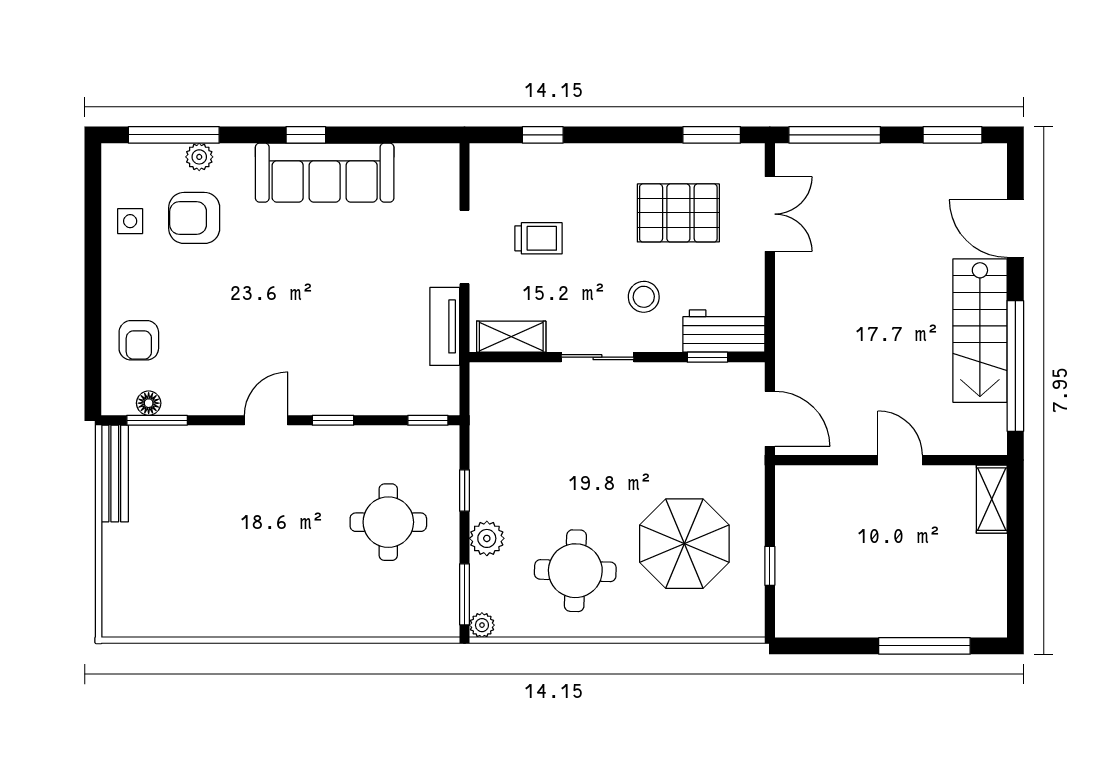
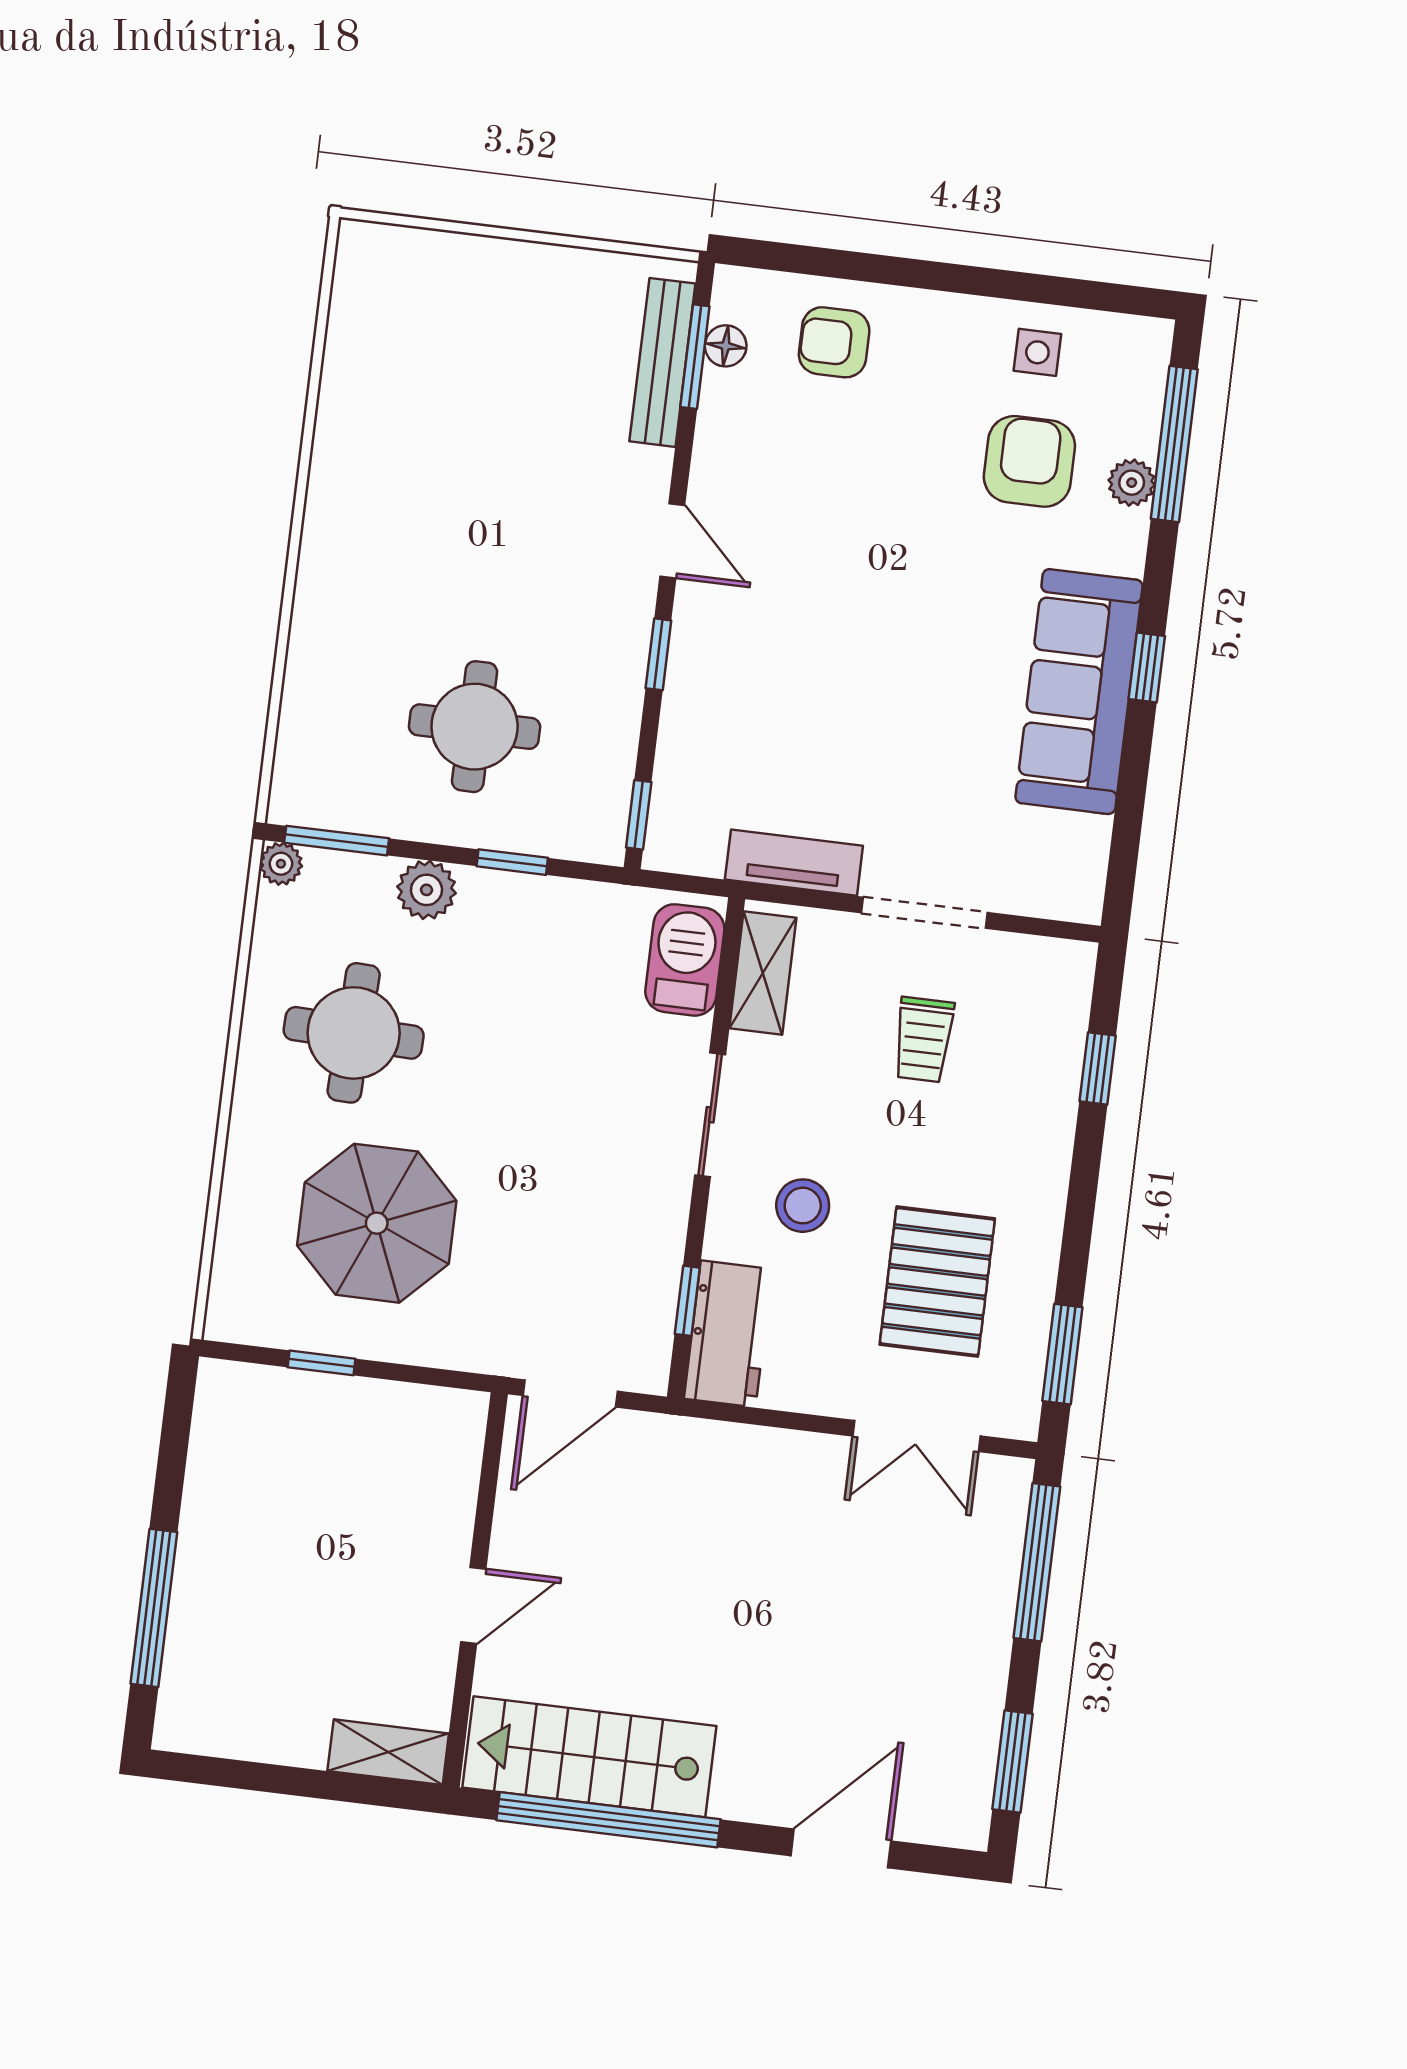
stairs: (980, 331) -> (589, 1757), moved
barbecue: (509, 383) -> (685, 960), added
bench: (115, 474) -> (662, 362), moved, turned 90

